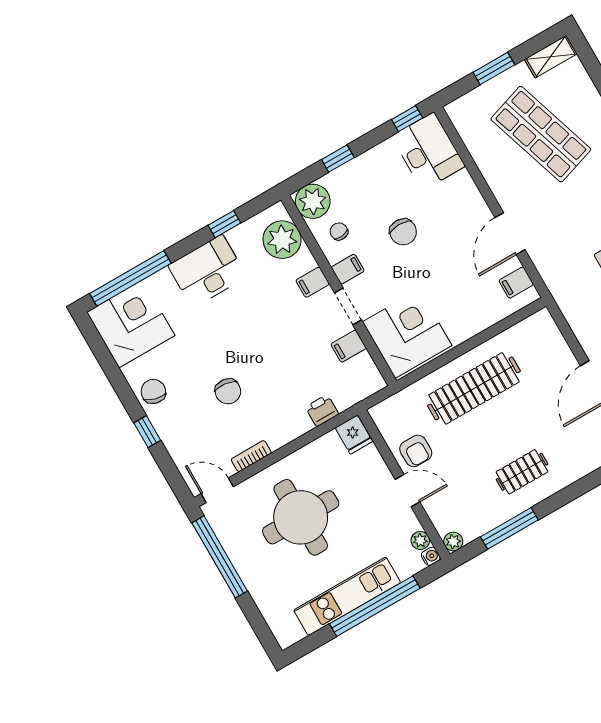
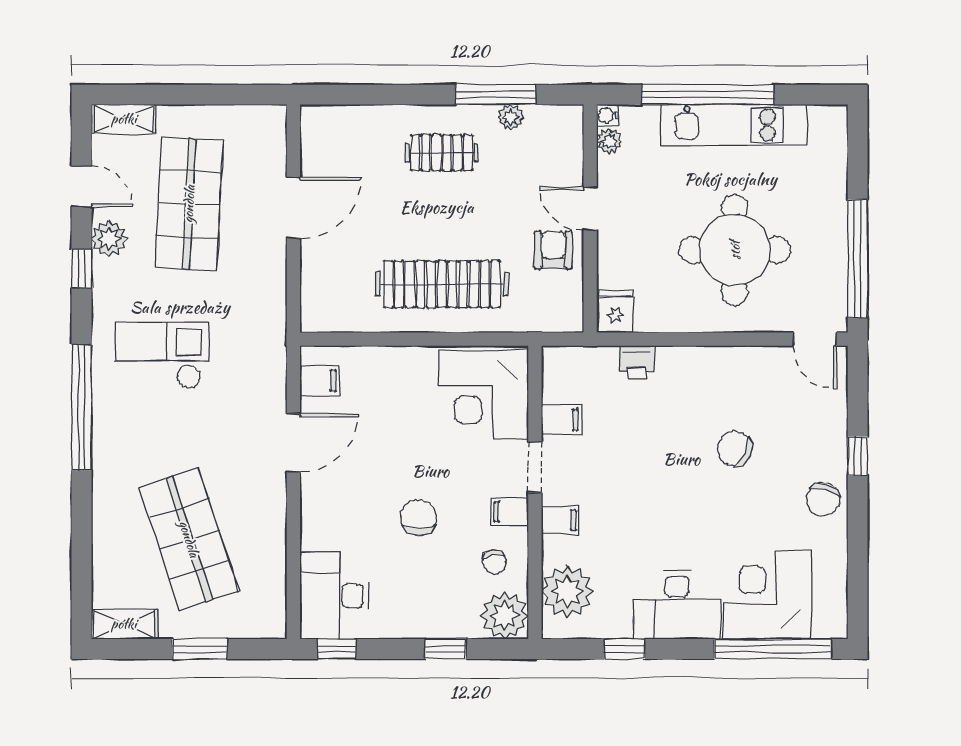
corner desk: (131, 324) -> (767, 595), moved, turned 90
chair: (228, 391) -> (735, 449), turned -72
bookcase: (251, 456) -> (751, 356), removed
plant: (453, 542) -> (511, 117), moved

